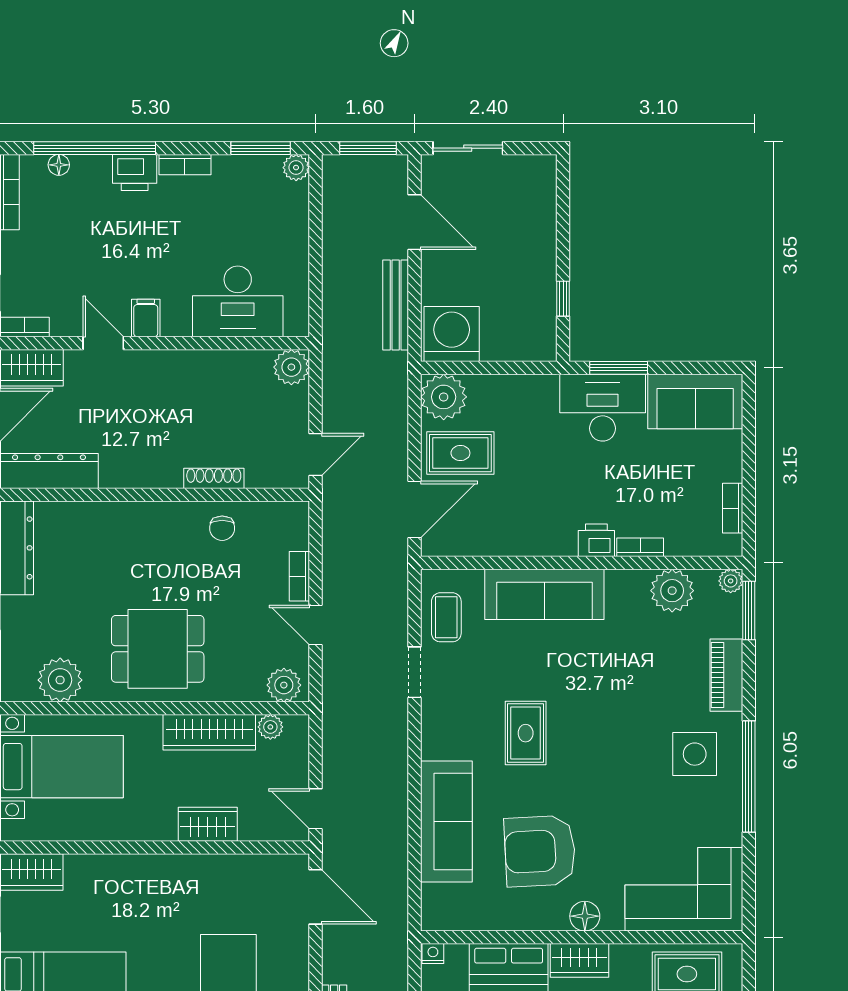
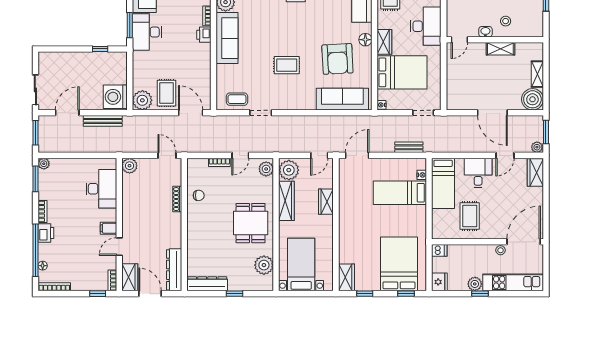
sofa: (544, 594) -> (227, 38), moved
plant: (270, 727) -> (289, 170), width x1.87, depth x1.87
sofa: (446, 821) -> (342, 99), moved

